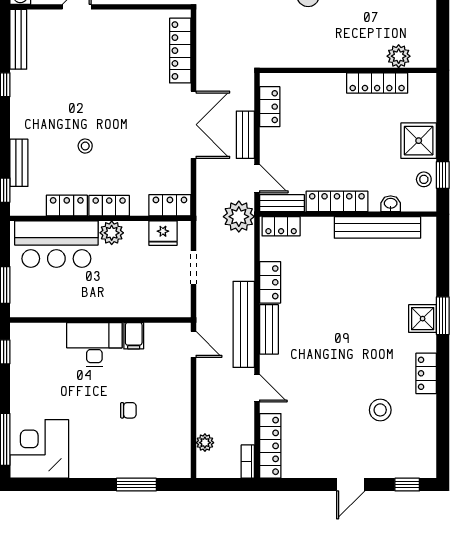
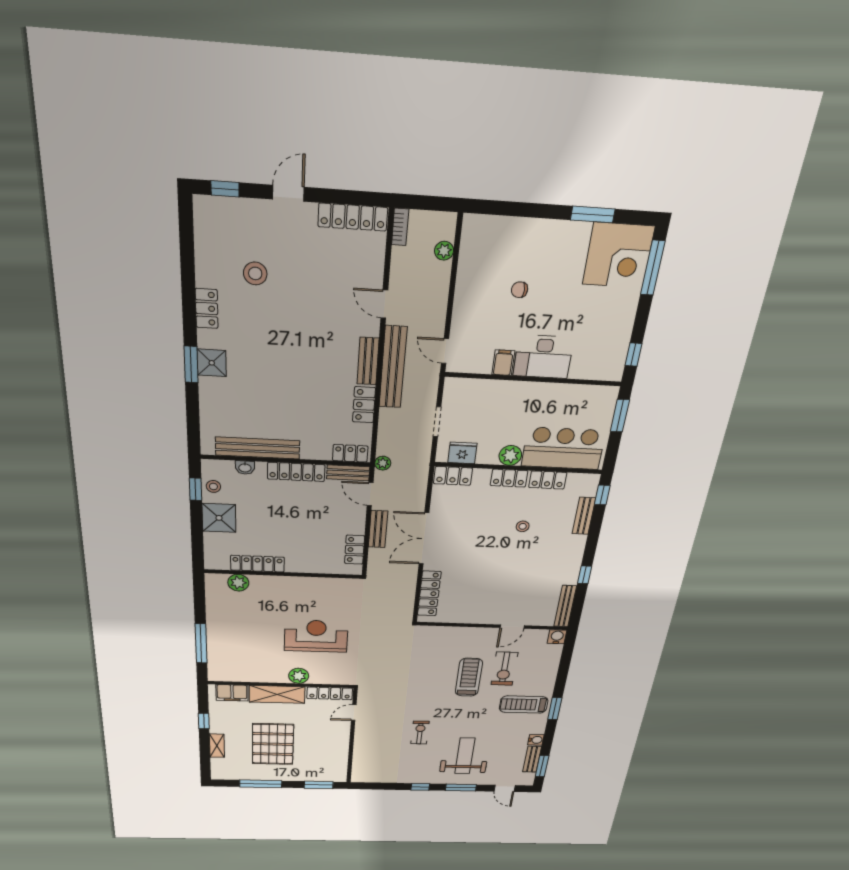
plant: (239, 217) -> (383, 463), width x0.53, depth x0.53
locker: (270, 446) -> (353, 217), moved, turned -90
window: (136, 485) -> (593, 214), moved

